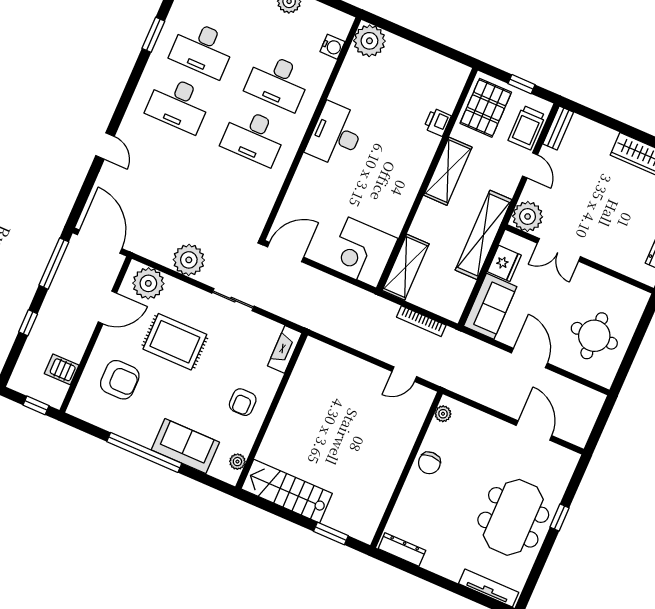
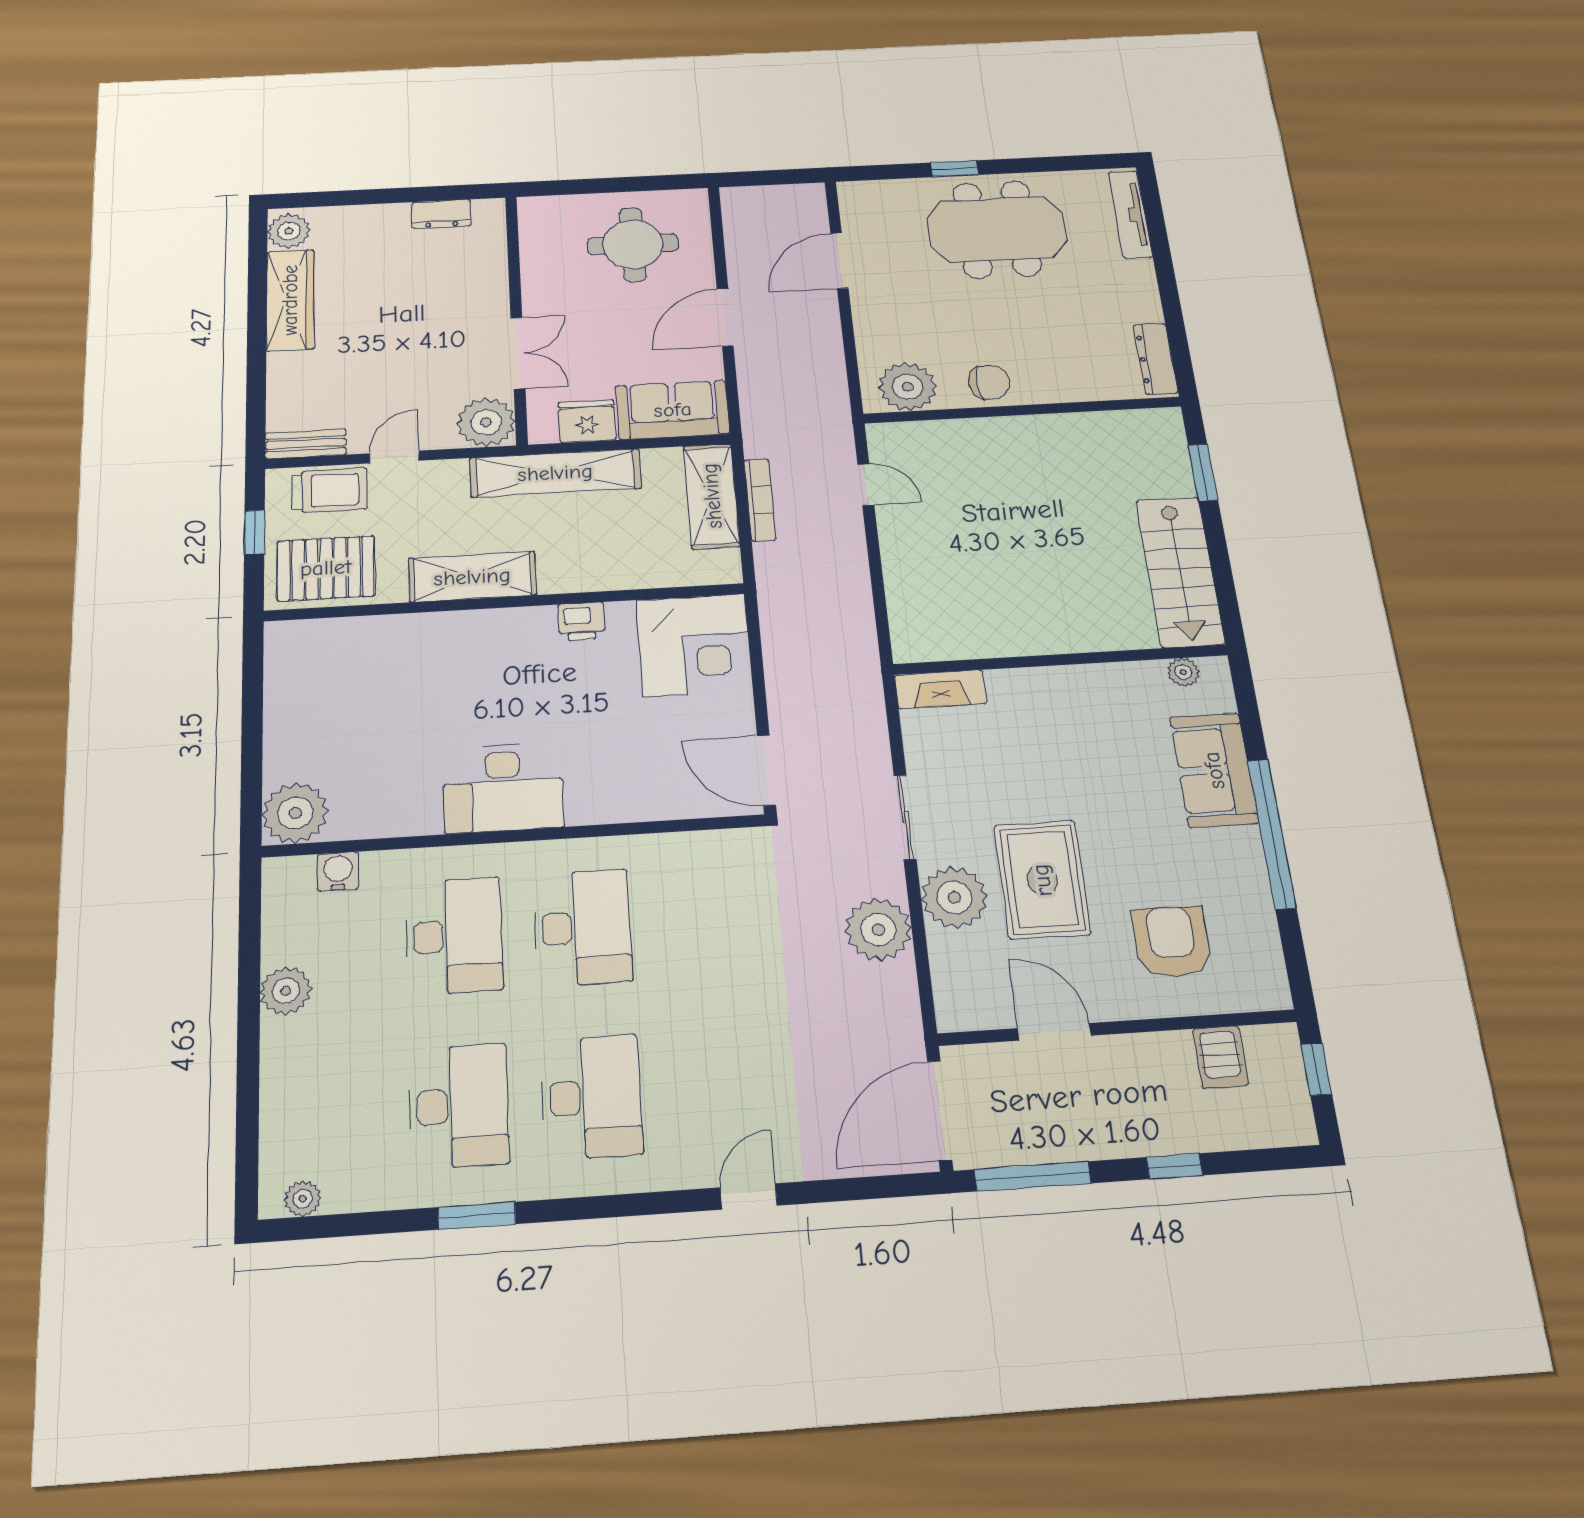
printer: (437, 122) -> (581, 621), moved
shelving: (406, 267) -> (712, 496), moved, turned 90
plant: (148, 283) -> (954, 897), moved
armchair: (243, 402) -> (1076, 713), removed
plant: (443, 414) -> (908, 387), width x1.88, depth x1.88

